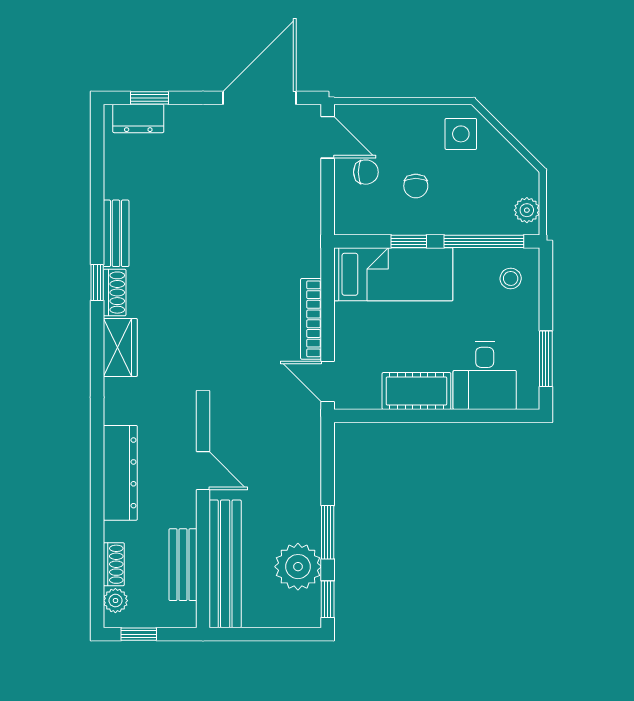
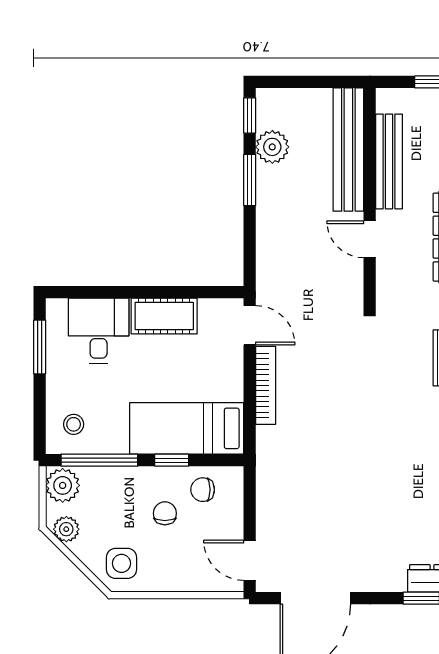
plant: (518, 170) -> (66, 529), added
chair: (366, 172) -> (203, 490), moved
plant: (527, 210) -> (63, 485), width x1.38, depth x1.38
bench: (183, 565) -> (389, 161), width x1.36
plant: (298, 567) -> (272, 147), width x0.73, depth x0.73

